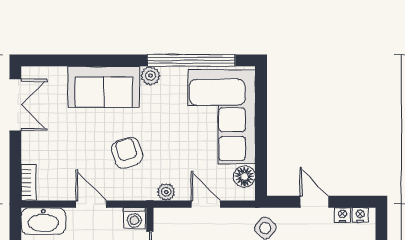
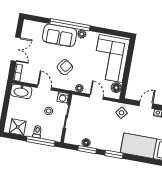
window: (191, 60) -> (70, 25), moved
double door: (15, 105) -> (16, 49), moved
armchair: (127, 153) -> (65, 67), turned 55
door: (314, 202) -> (146, 105), hinge flipped

